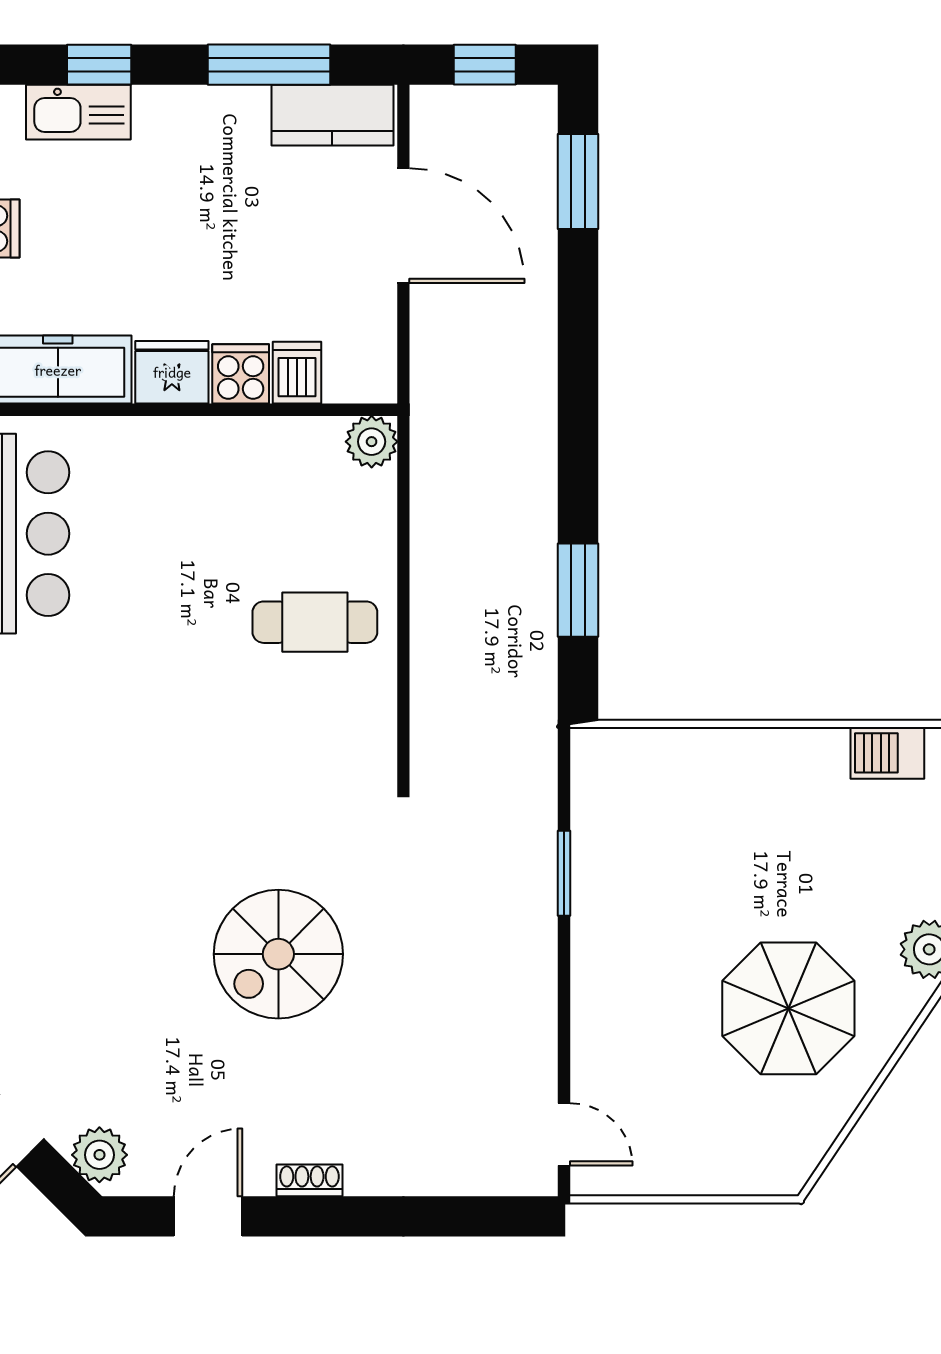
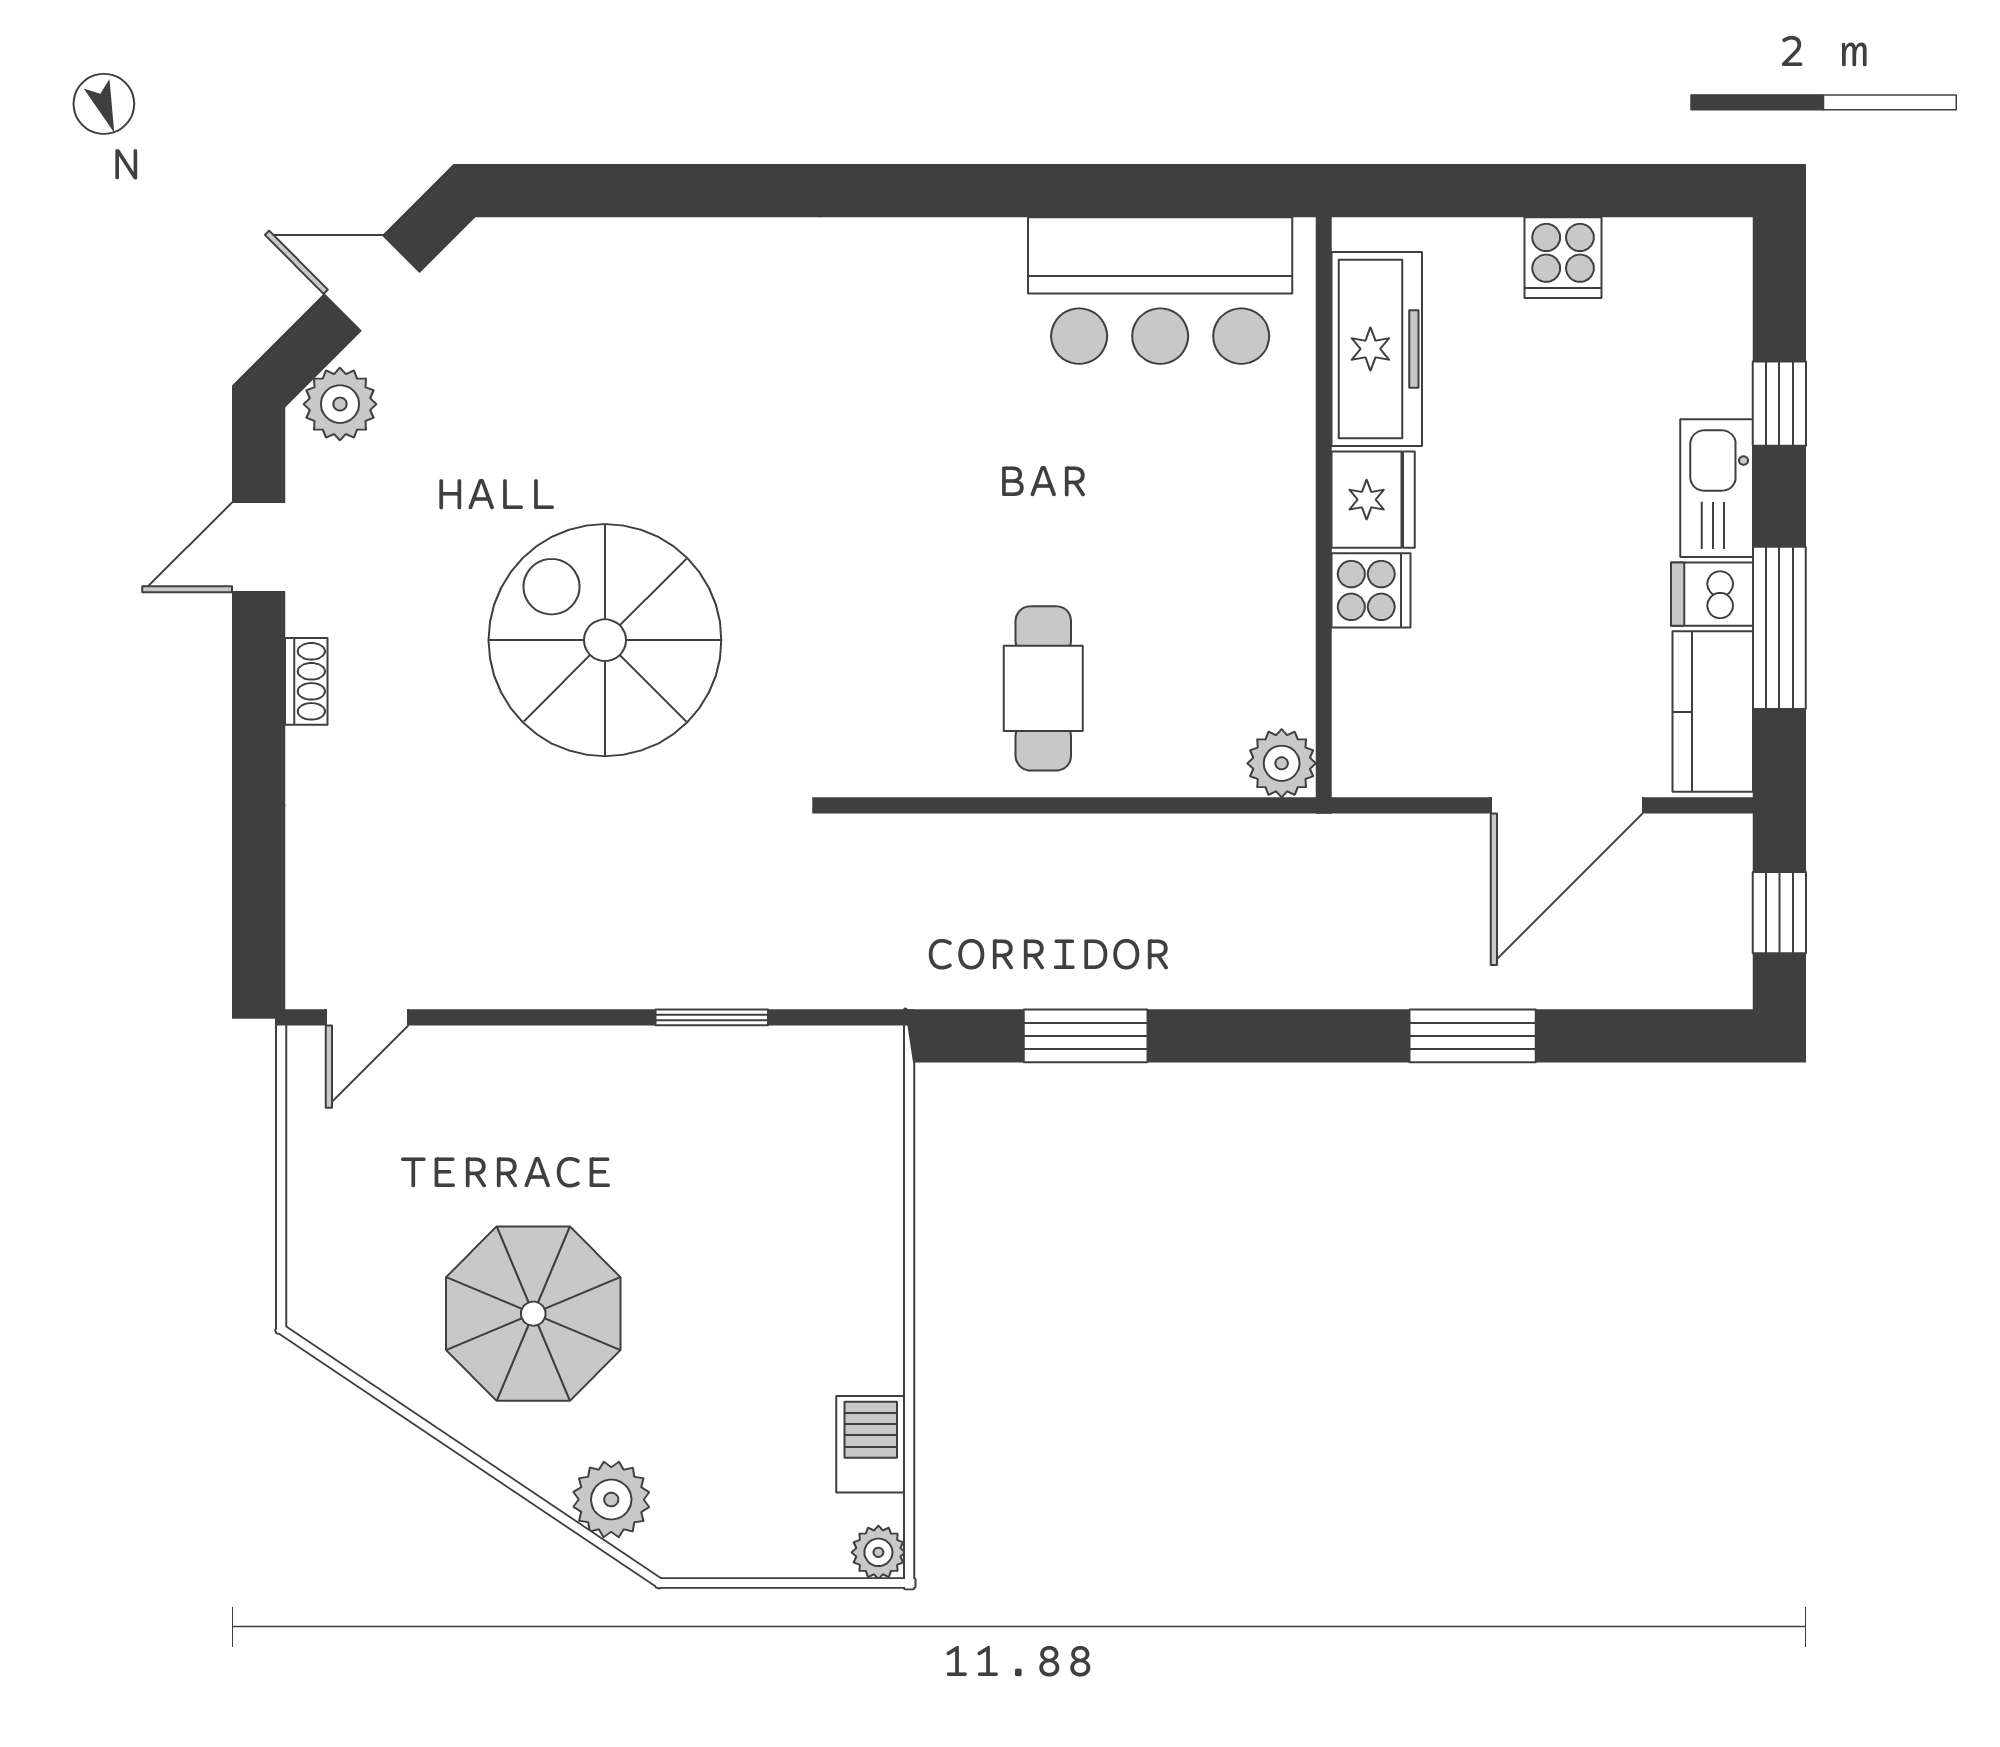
kitchen sink: (78, 112) -> (1717, 488), moved
window: (578, 181) -> (1473, 1036), moved
dishwasher: (297, 373) -> (1712, 594), moved, turned 180
spiral stairs: (278, 954) -> (605, 640), width x1.37, depth x1.37
door: (208, 1216) -> (259, 547), swing flipped

